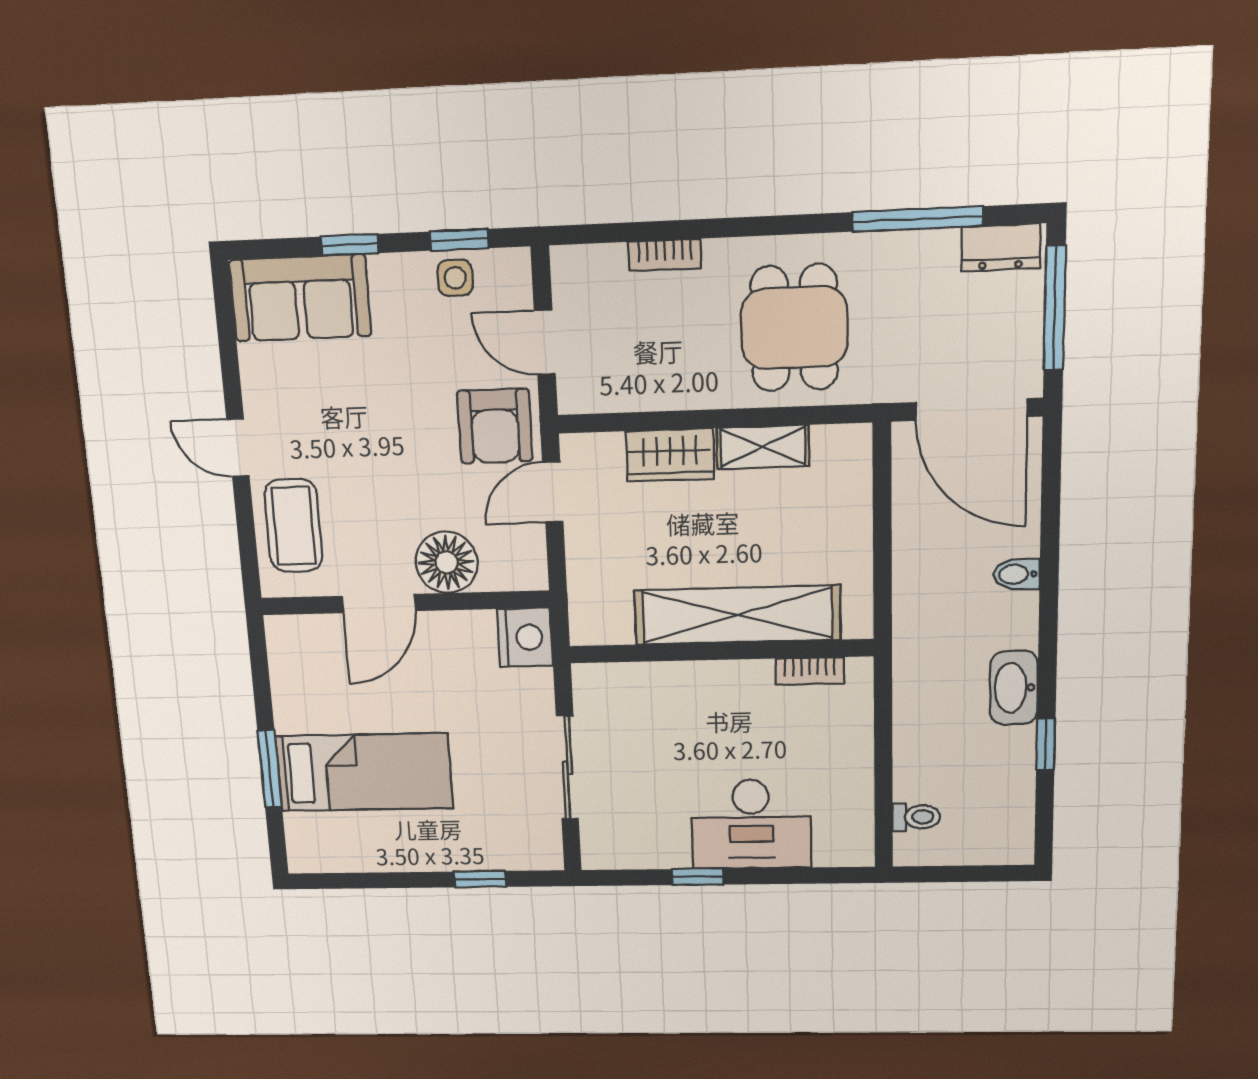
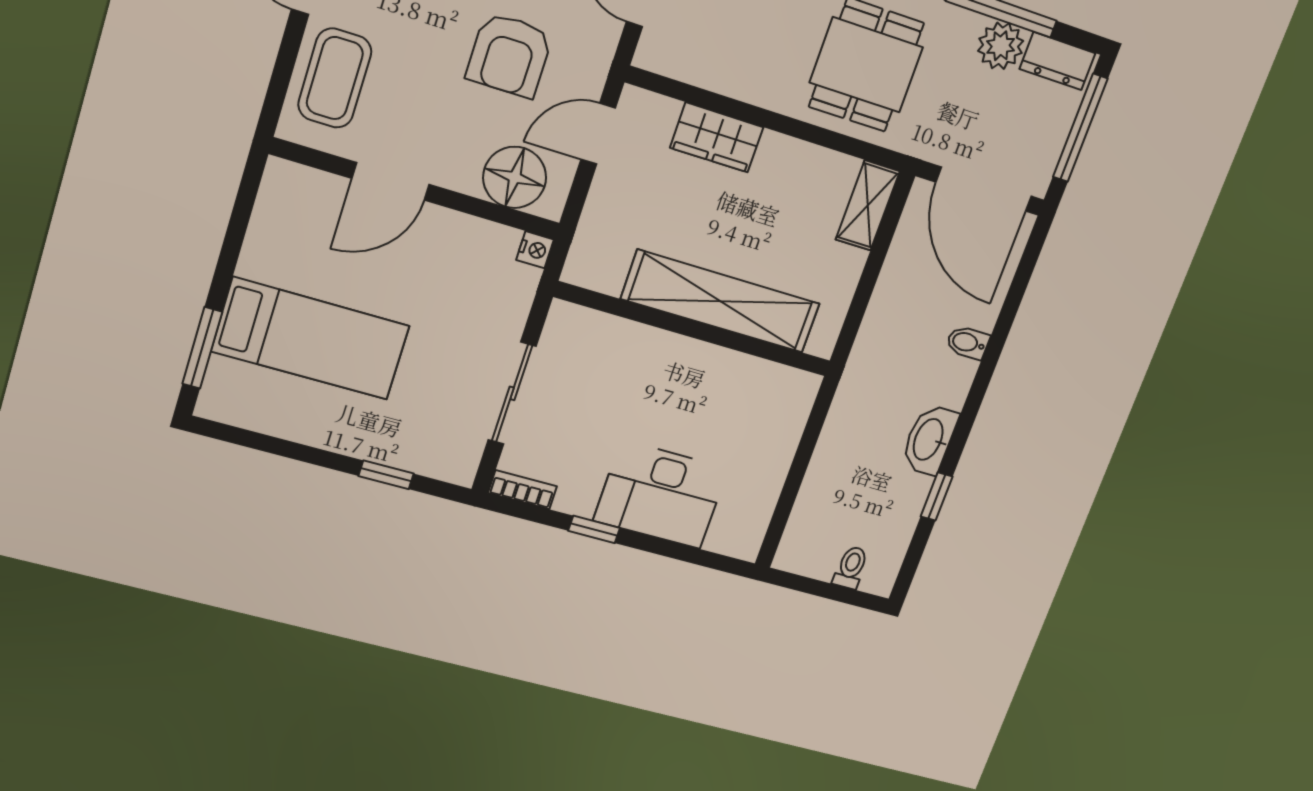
plant: (931, 255) -> (1001, 46), added
armchair: (495, 426) -> (509, 55), moved
shelving: (763, 447) -> (868, 205), moved, turned 90
floor lamp: (447, 562) -> (515, 177), moved
nightstand: (525, 637) -> (535, 250), width x0.53, depth x0.56
bookcase: (810, 671) -> (522, 490), moved, turned 180
window: (270, 769) -> (202, 348), moved
toilet: (916, 817) -> (851, 568), moved, turned -90

